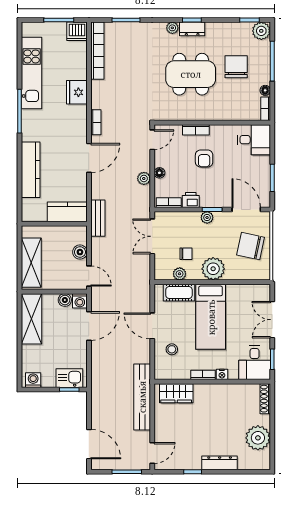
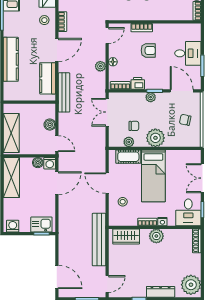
stool: (73, 120) -> (44, 20), added
desk: (254, 140) -> (188, 53), moved
armchair: (204, 159) -> (148, 50), turned -90
kitchen counter: (67, 212) -> (48, 78), moved, turned -90
bench: (98, 218) -> (64, 92), width x1.36
chair: (251, 246) -> (185, 120), width x0.54, depth x0.54
plant: (214, 393) -> (156, 236), added
plant: (258, 438) -> (191, 285), moved

